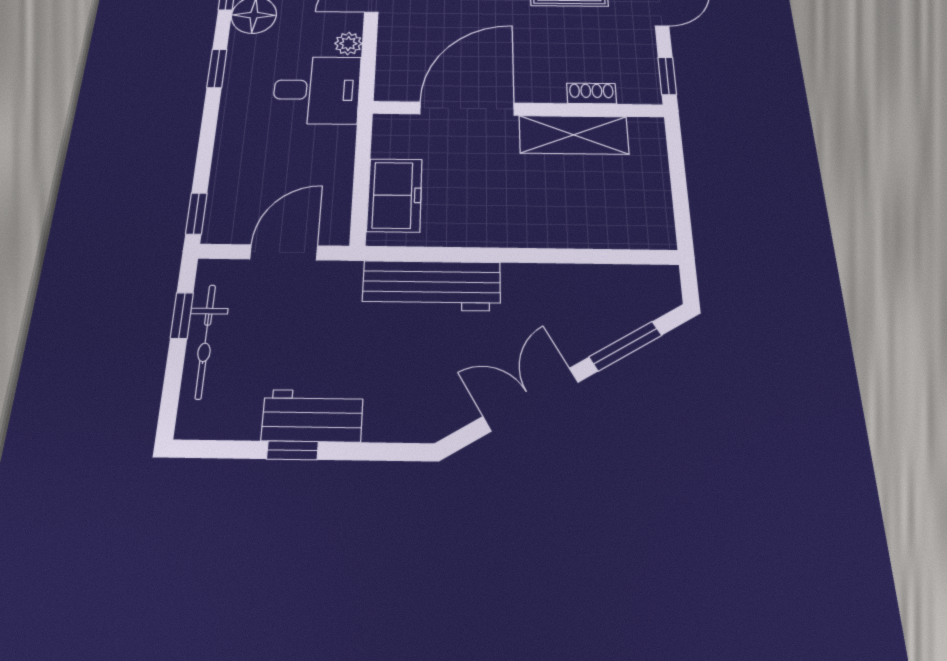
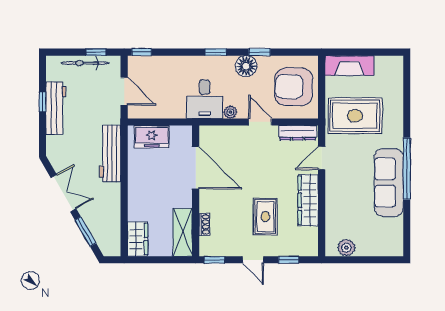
shelving: (574, 135) -> (183, 232), moved
wardrobe: (634, 228) -> (138, 239), added
workbench: (312, 416) -> (56, 108), width x1.38

